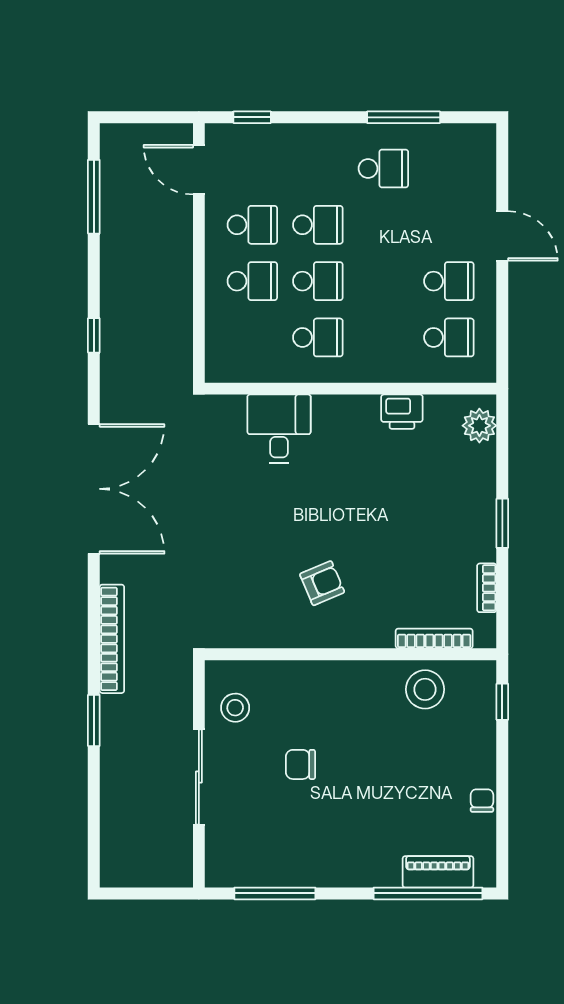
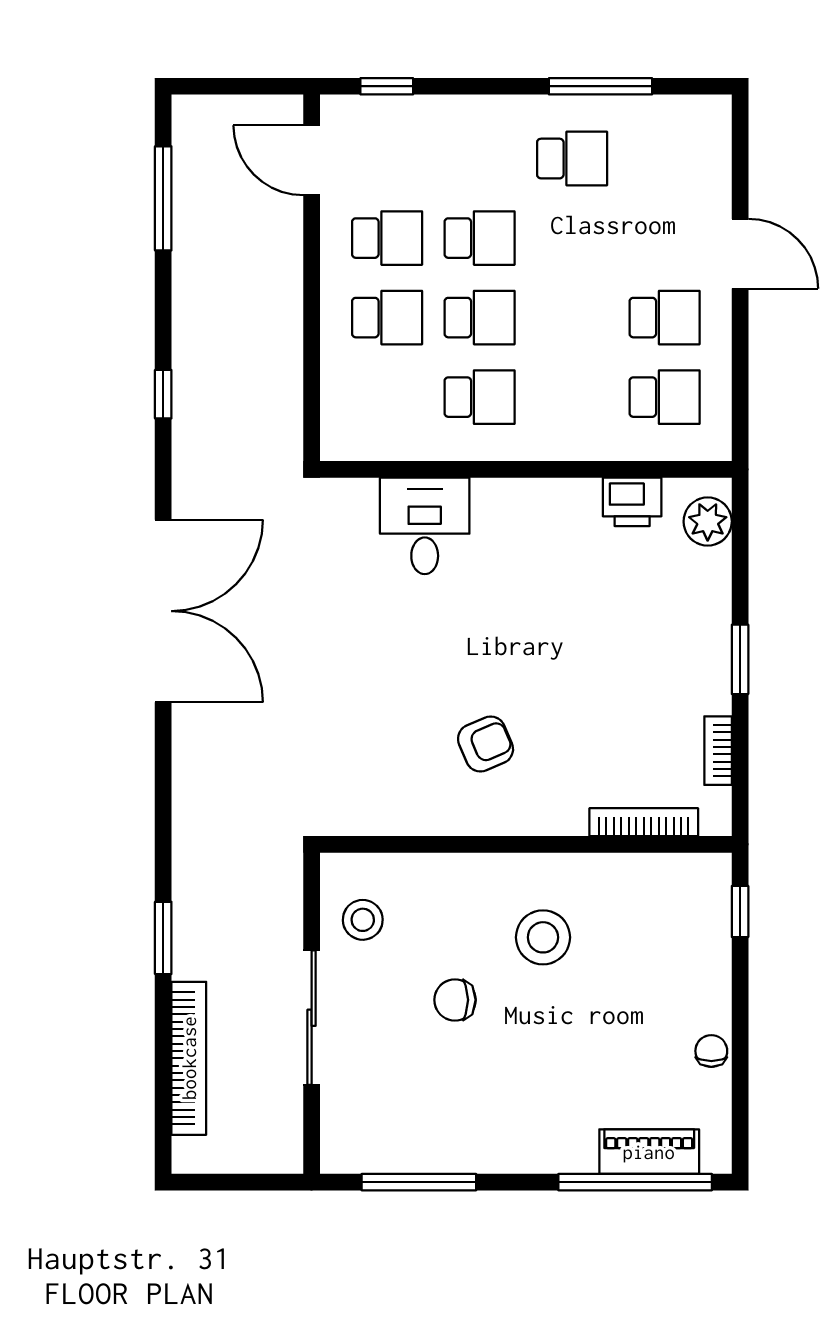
printer: (402, 412) -> (632, 502), moved
bookcase: (112, 639) -> (189, 1058), moved
stool: (425, 689) -> (543, 937), moved

